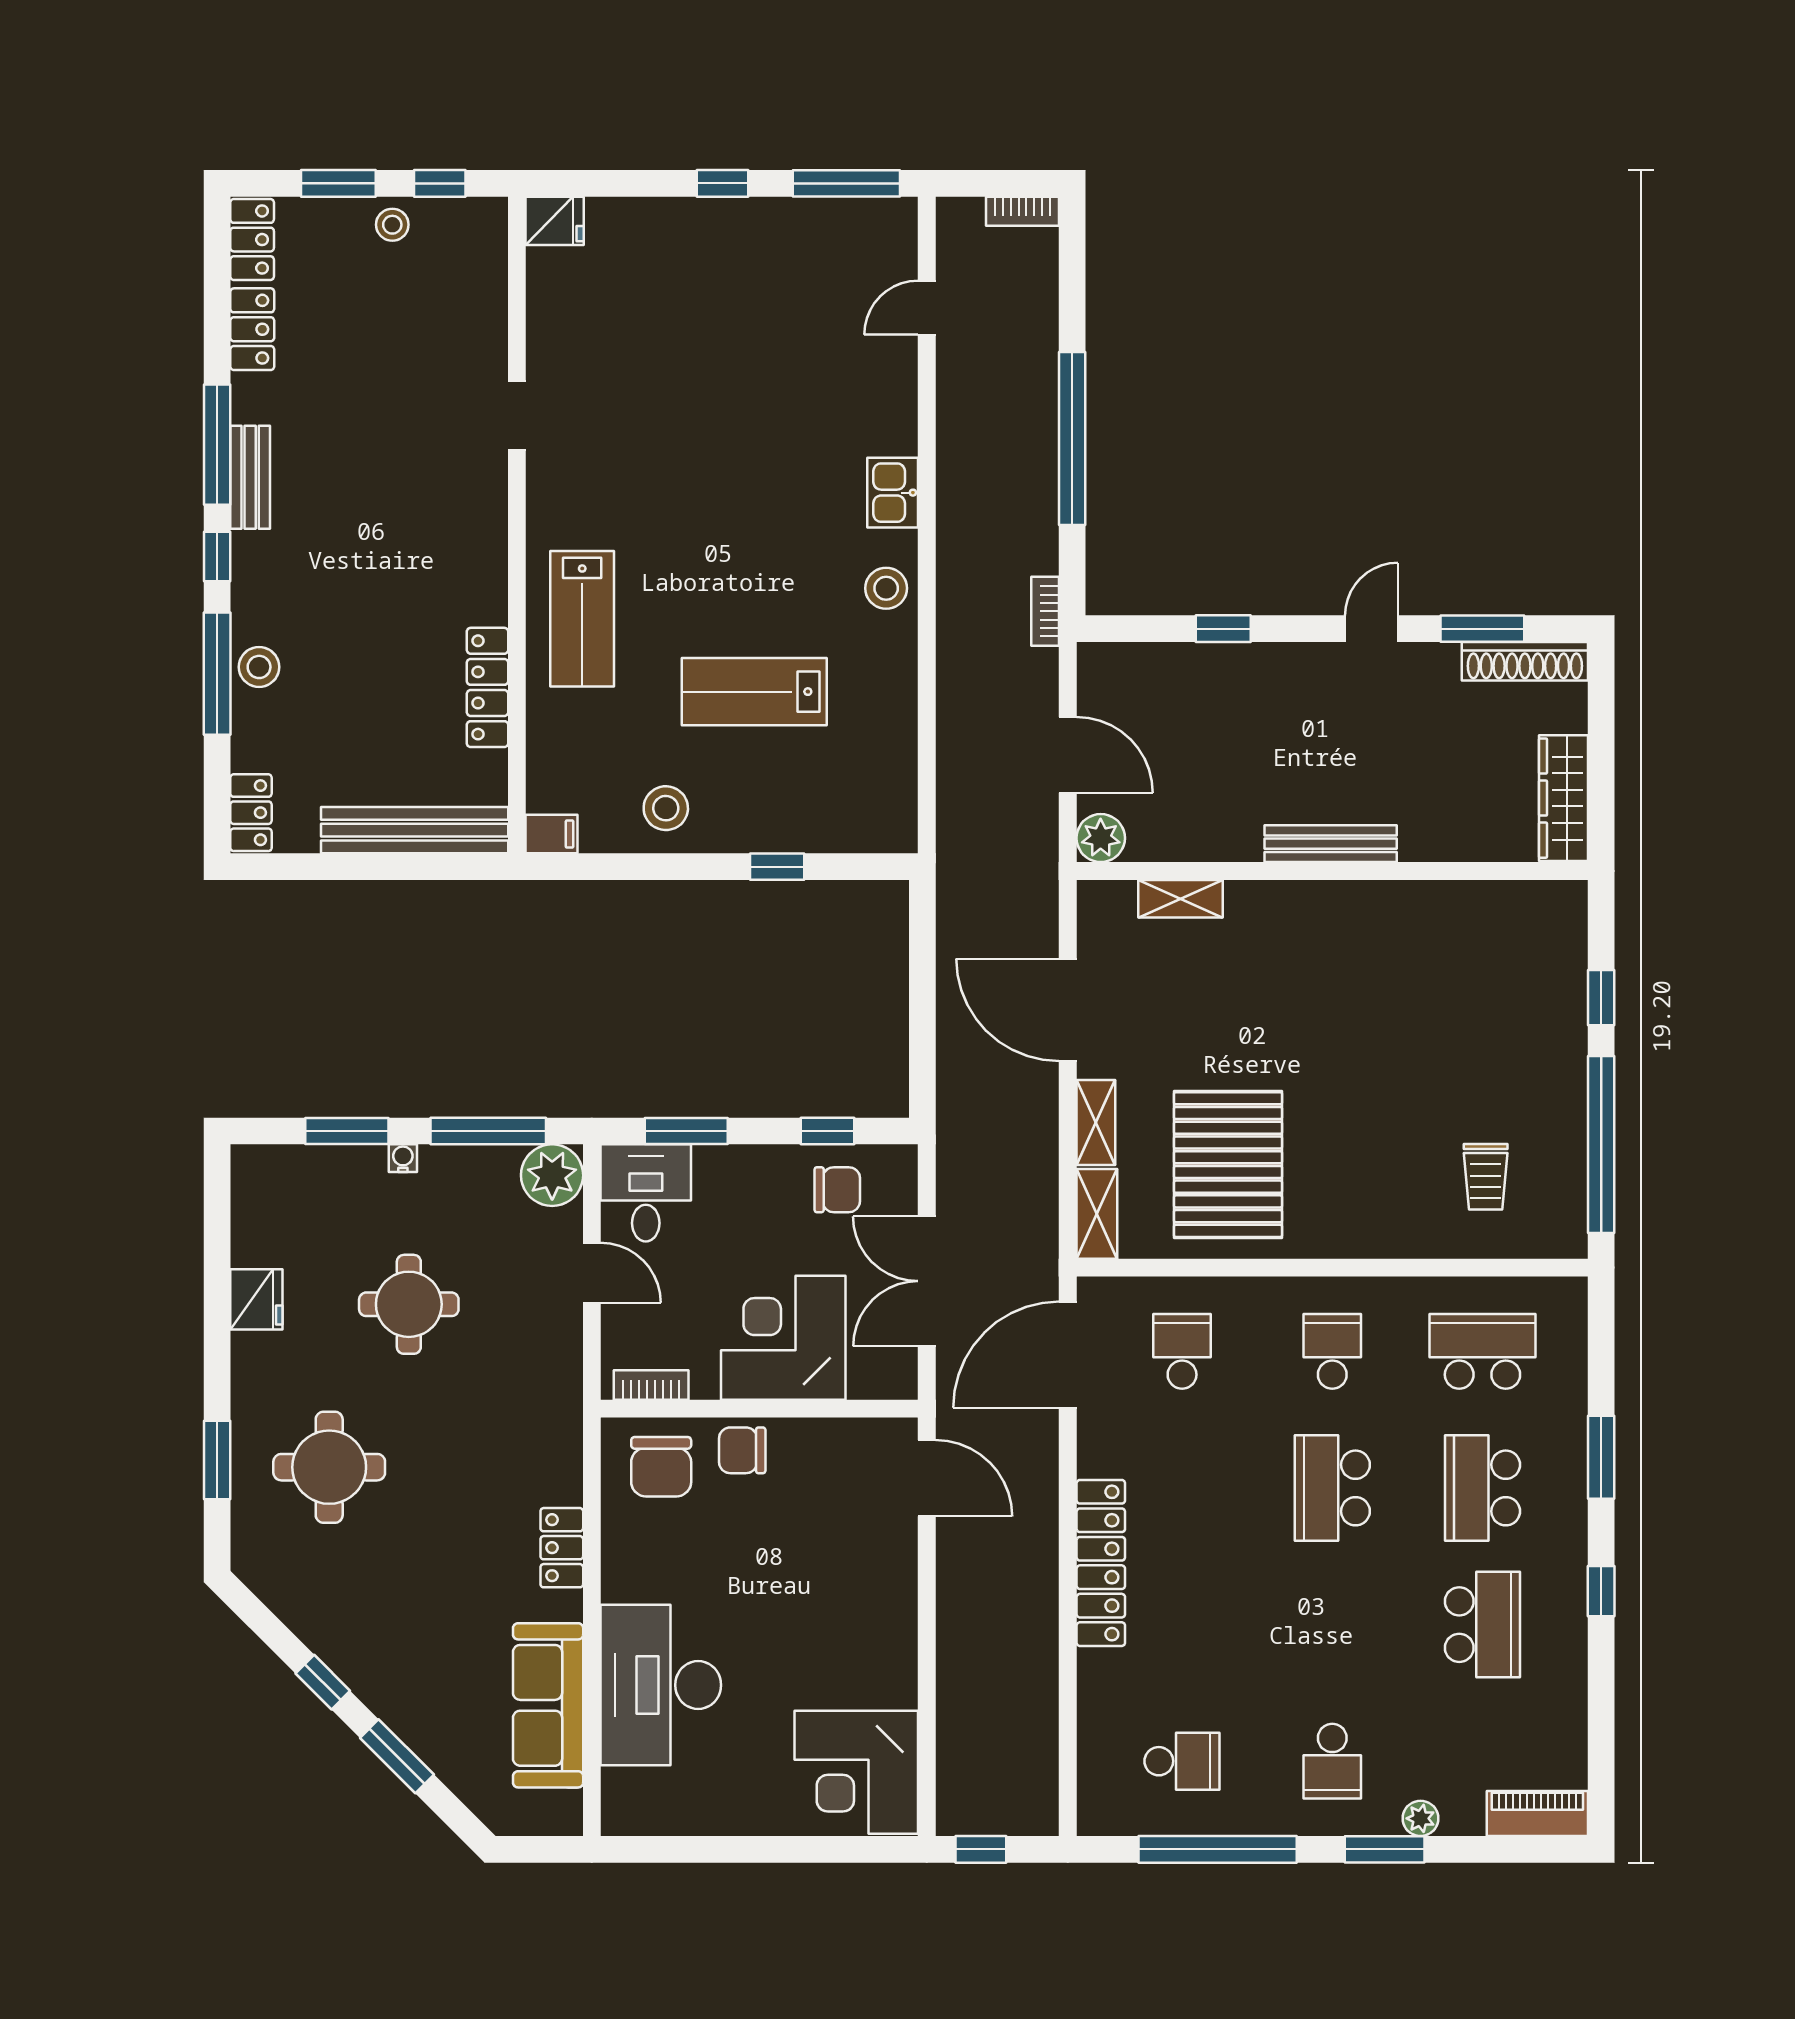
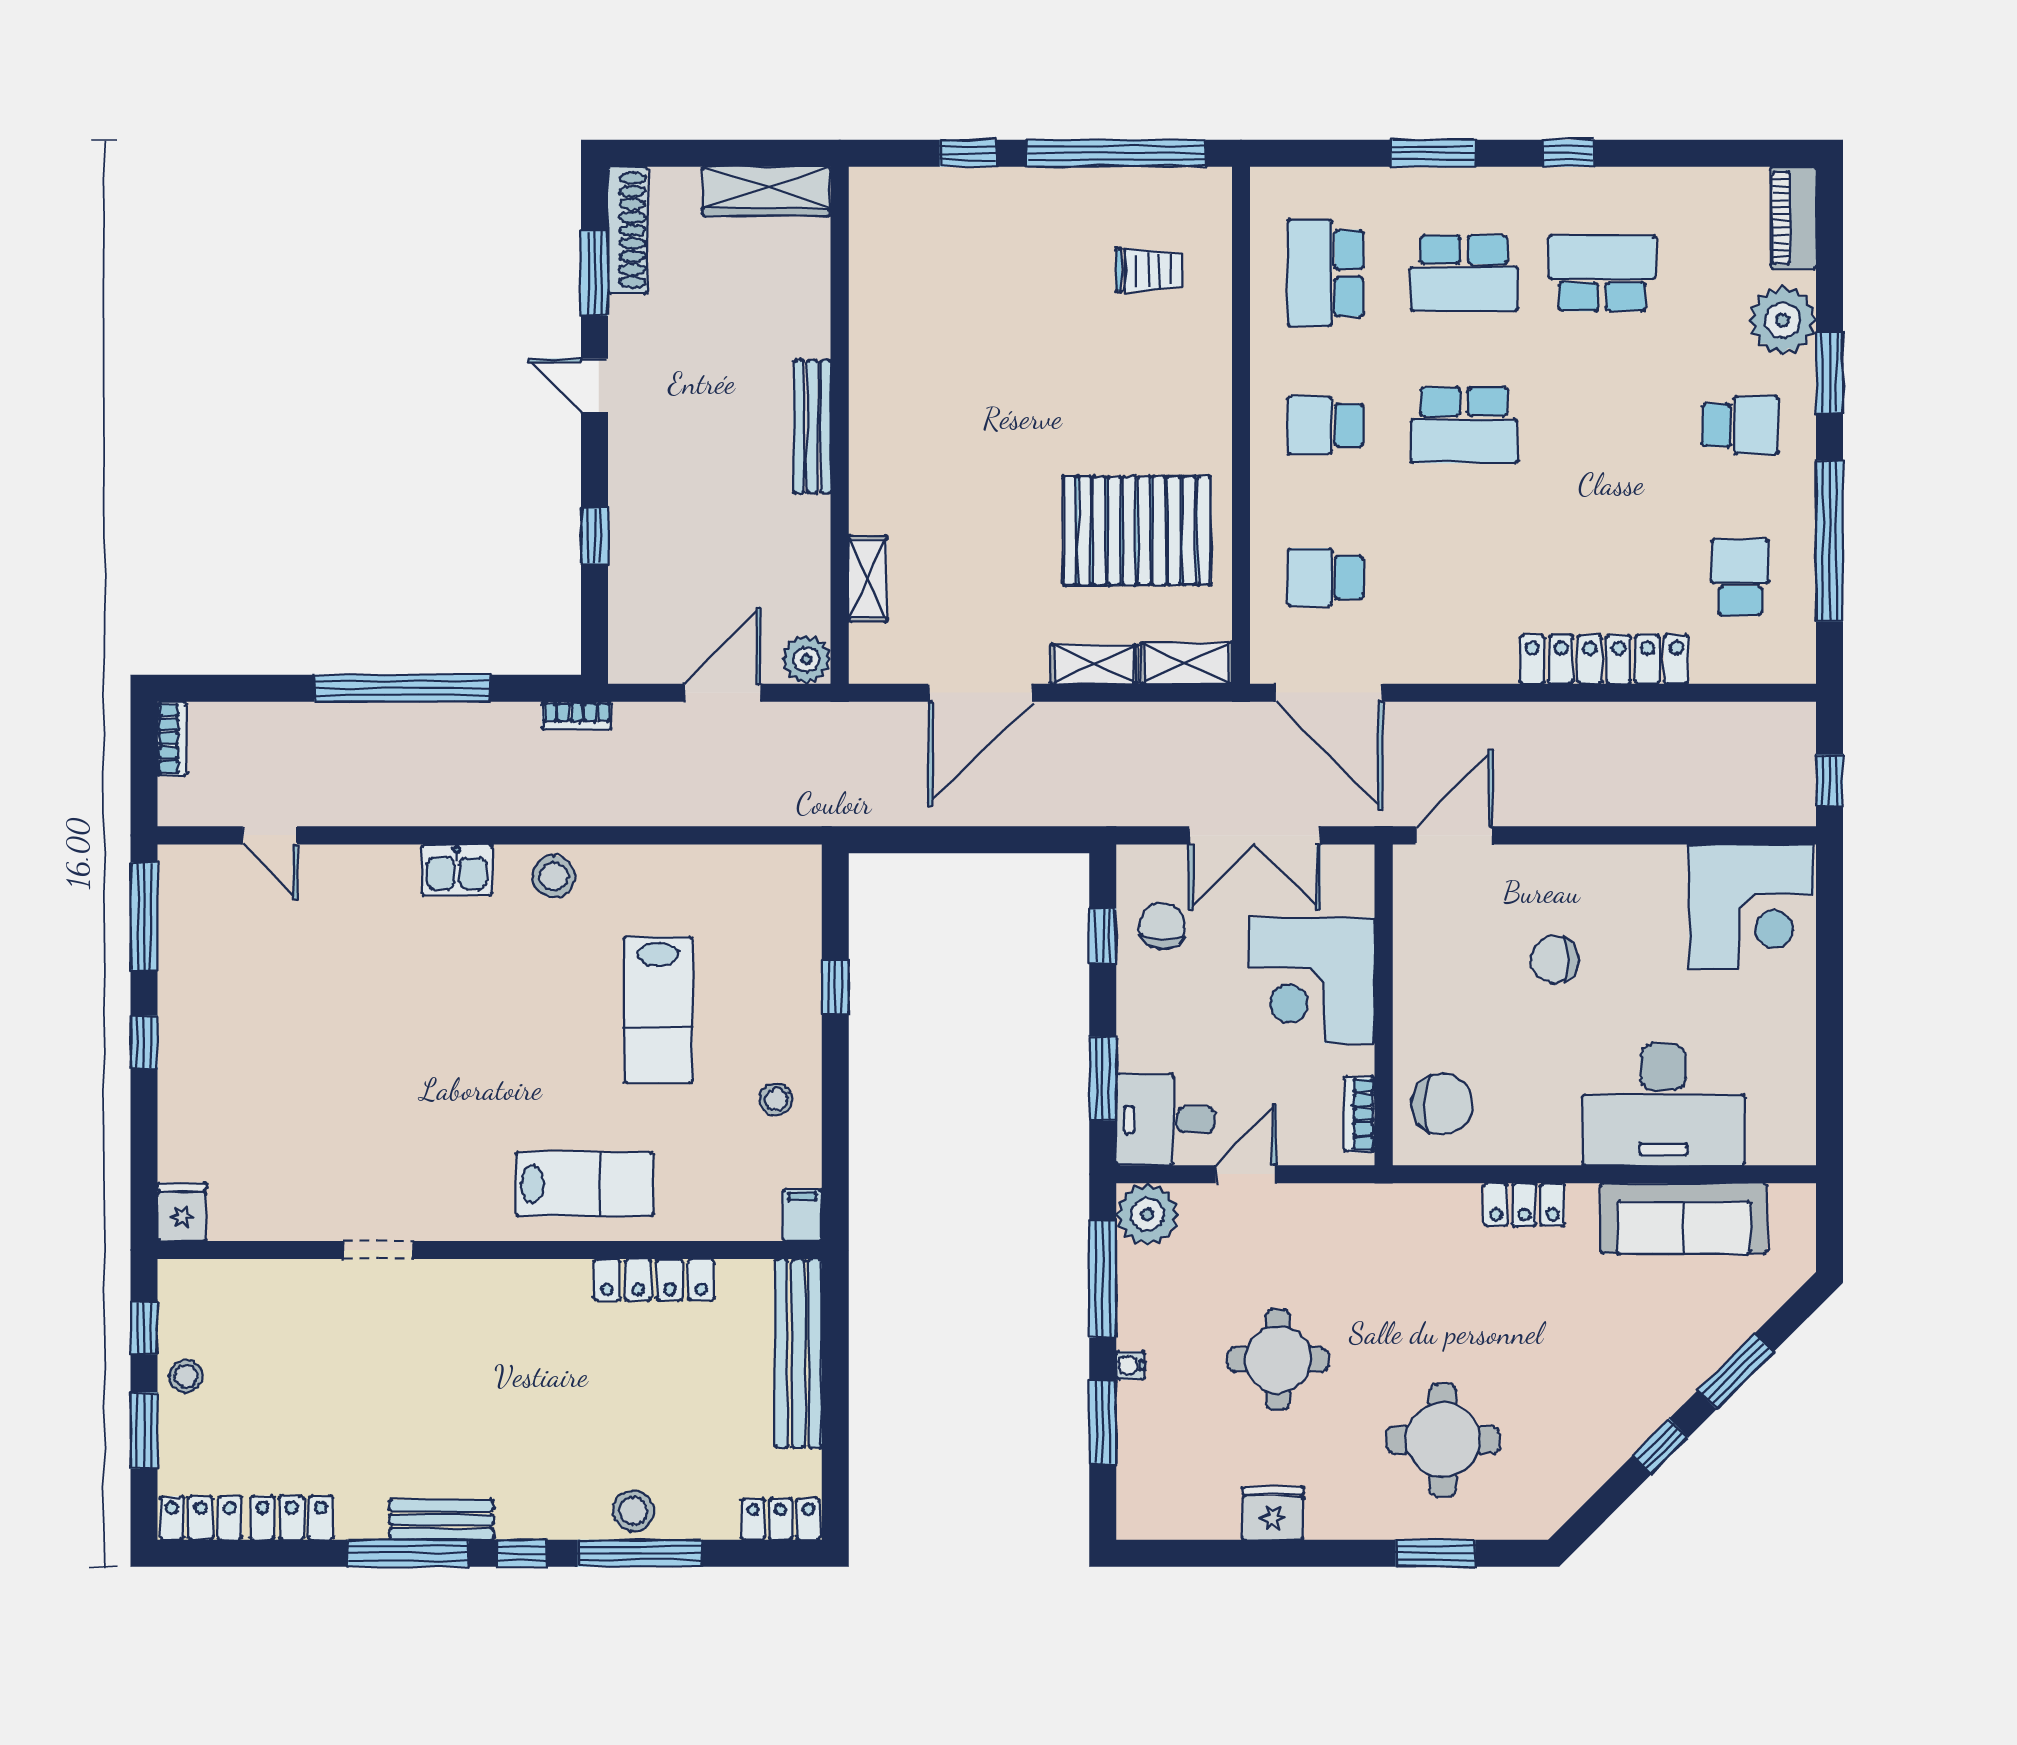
stool: (666, 808) -> (776, 1099), width x0.73, depth x0.73
chair: (742, 1450) -> (1555, 959), moved, turned 90
locker: (1101, 1563) -> (1604, 659), moved
plant: (1421, 1818) -> (1783, 320), width x1.87, depth x1.87

